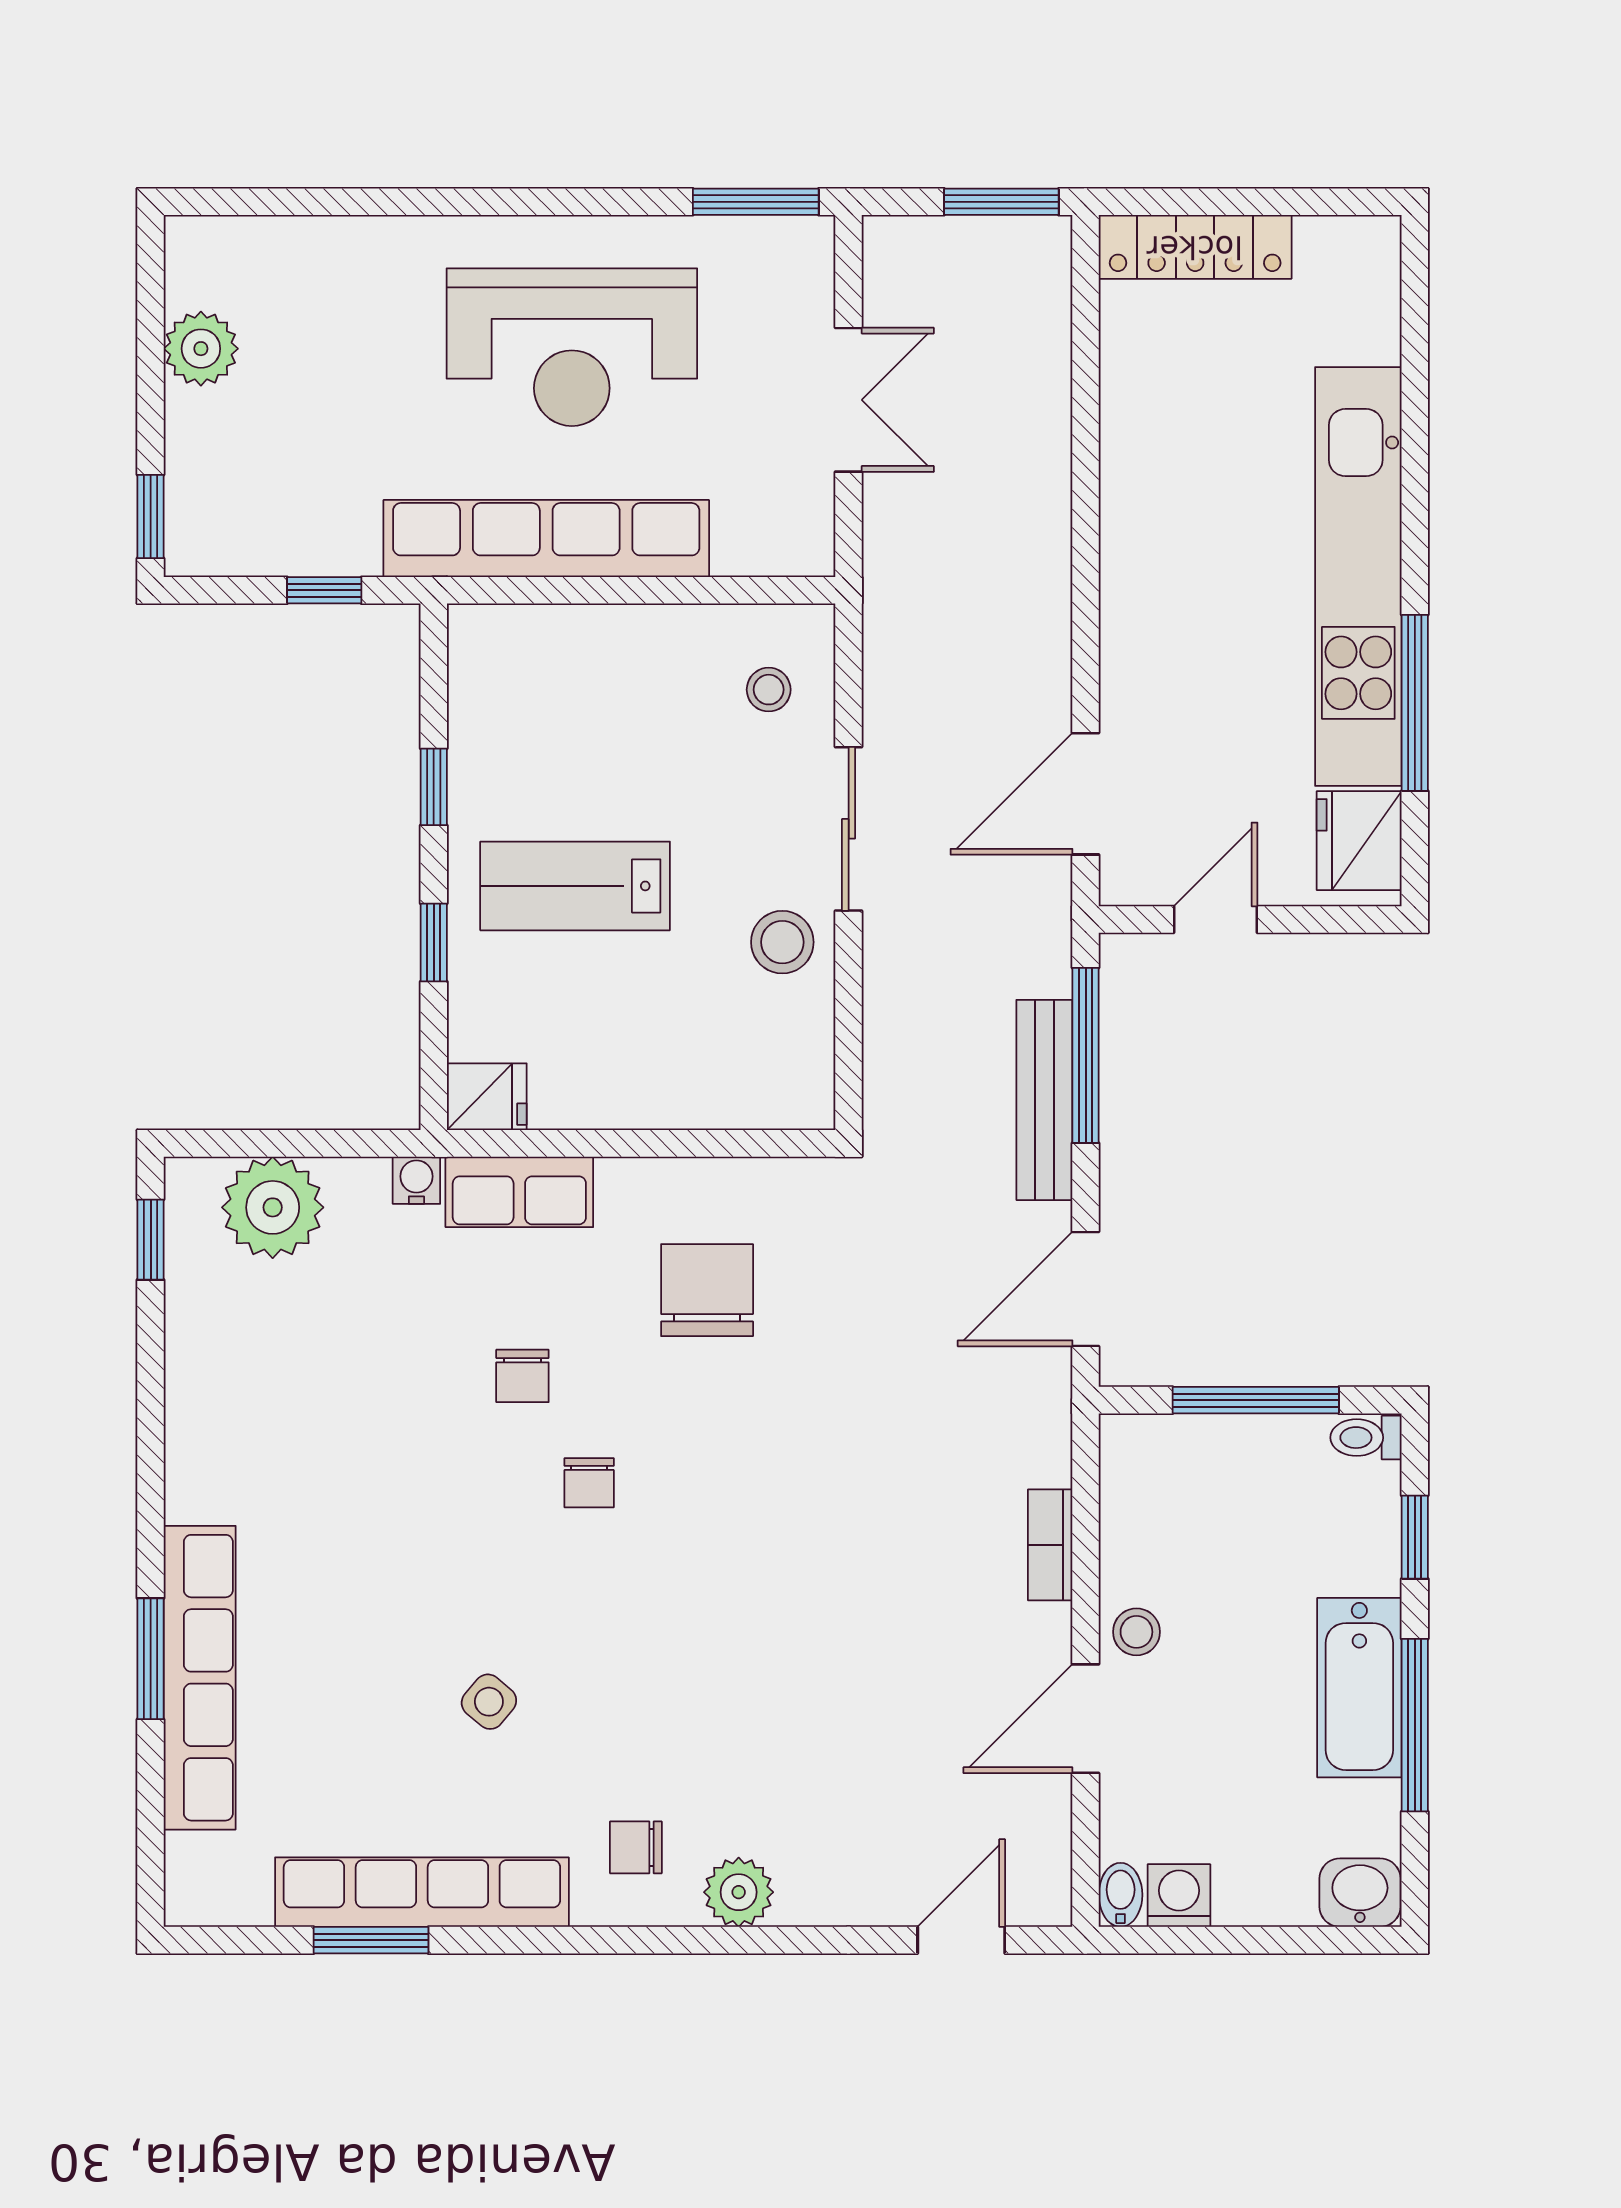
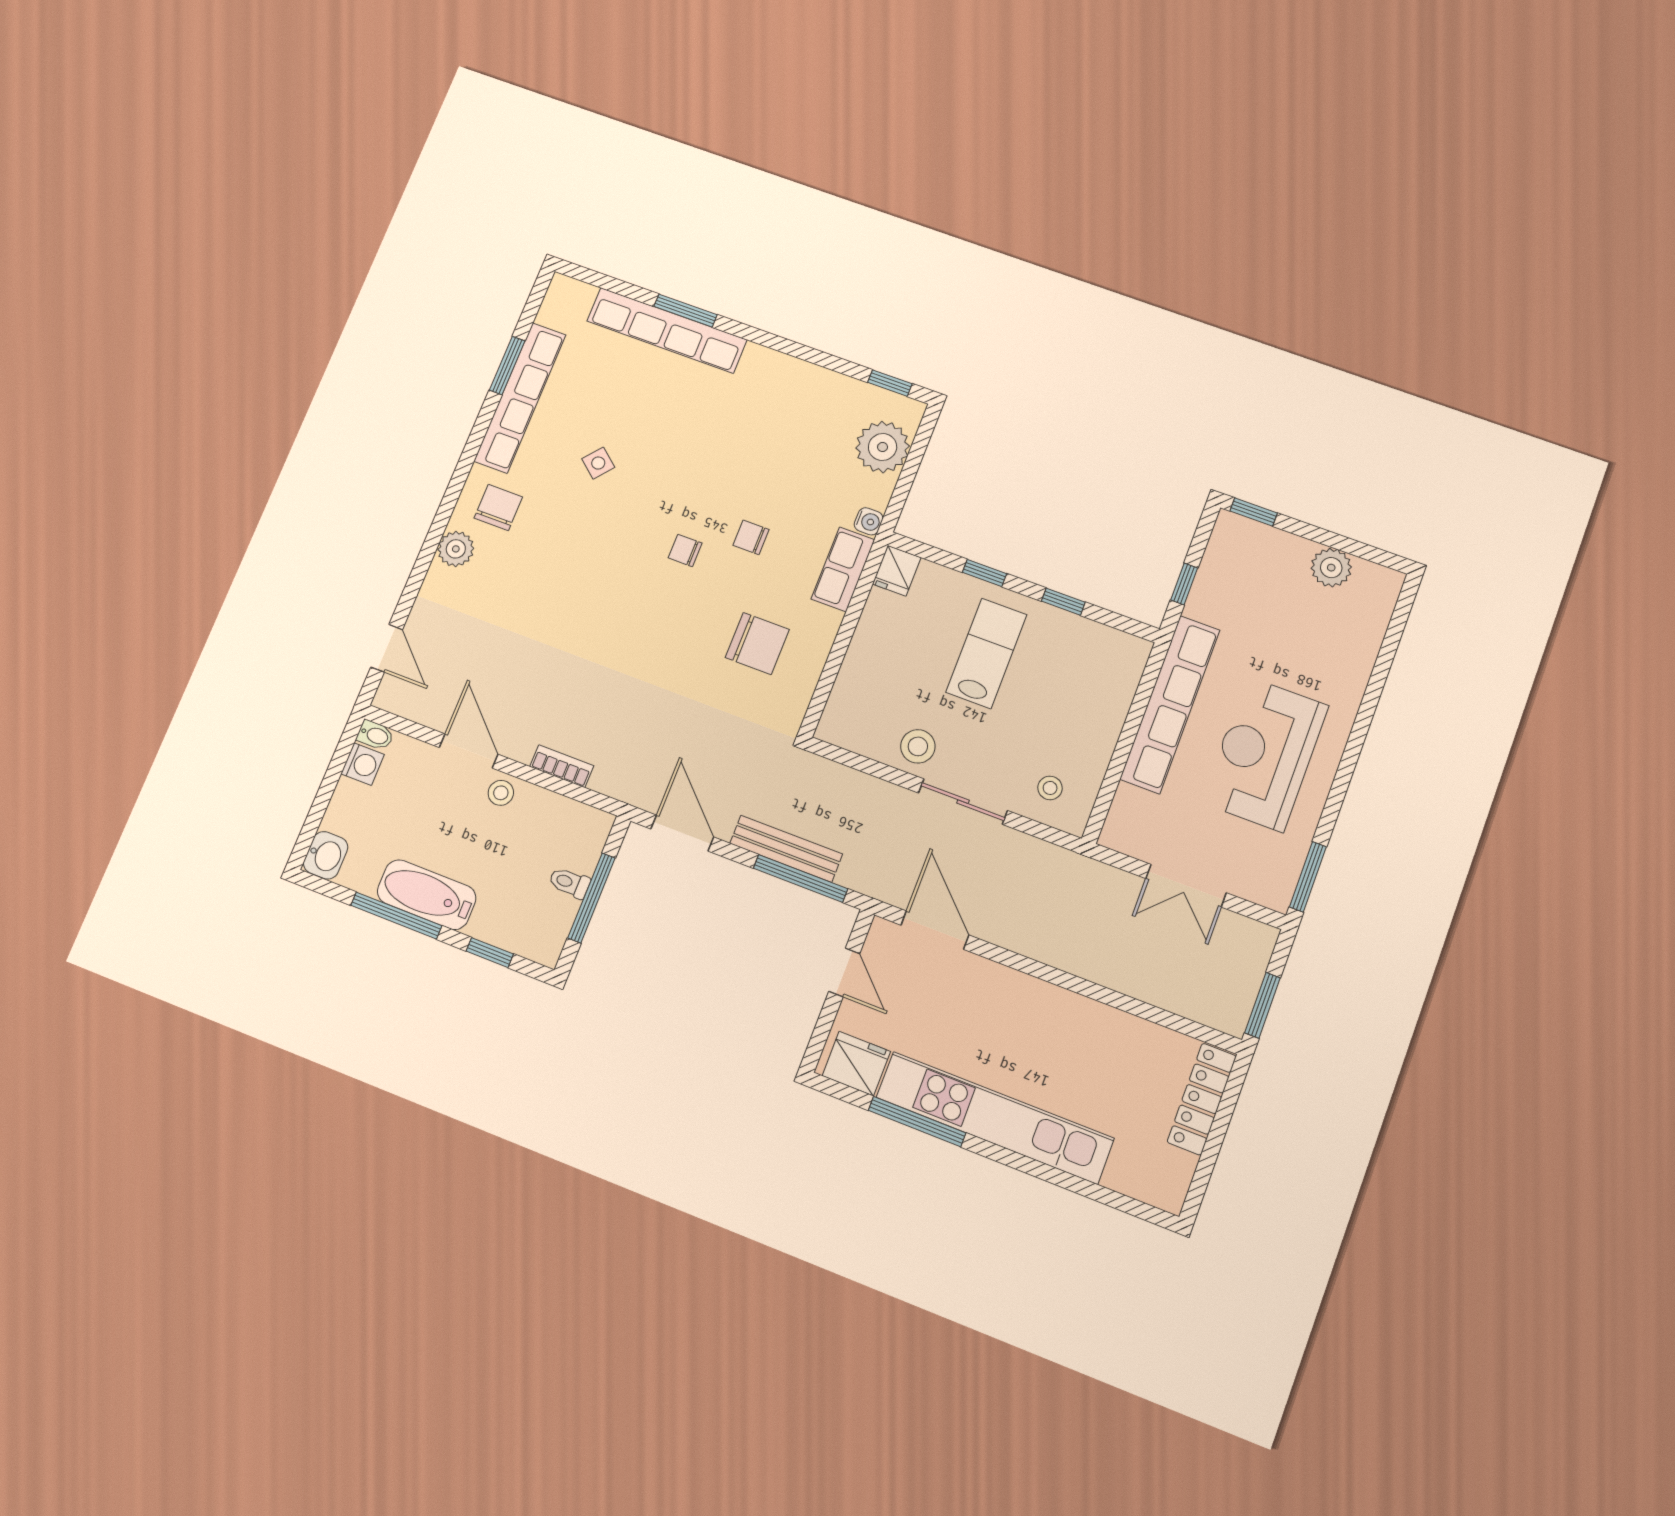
toilet: (1366, 1438) -> (569, 883), moved, turned -90
chair: (636, 1847) -> (498, 508), width x1.37, depth x1.37

